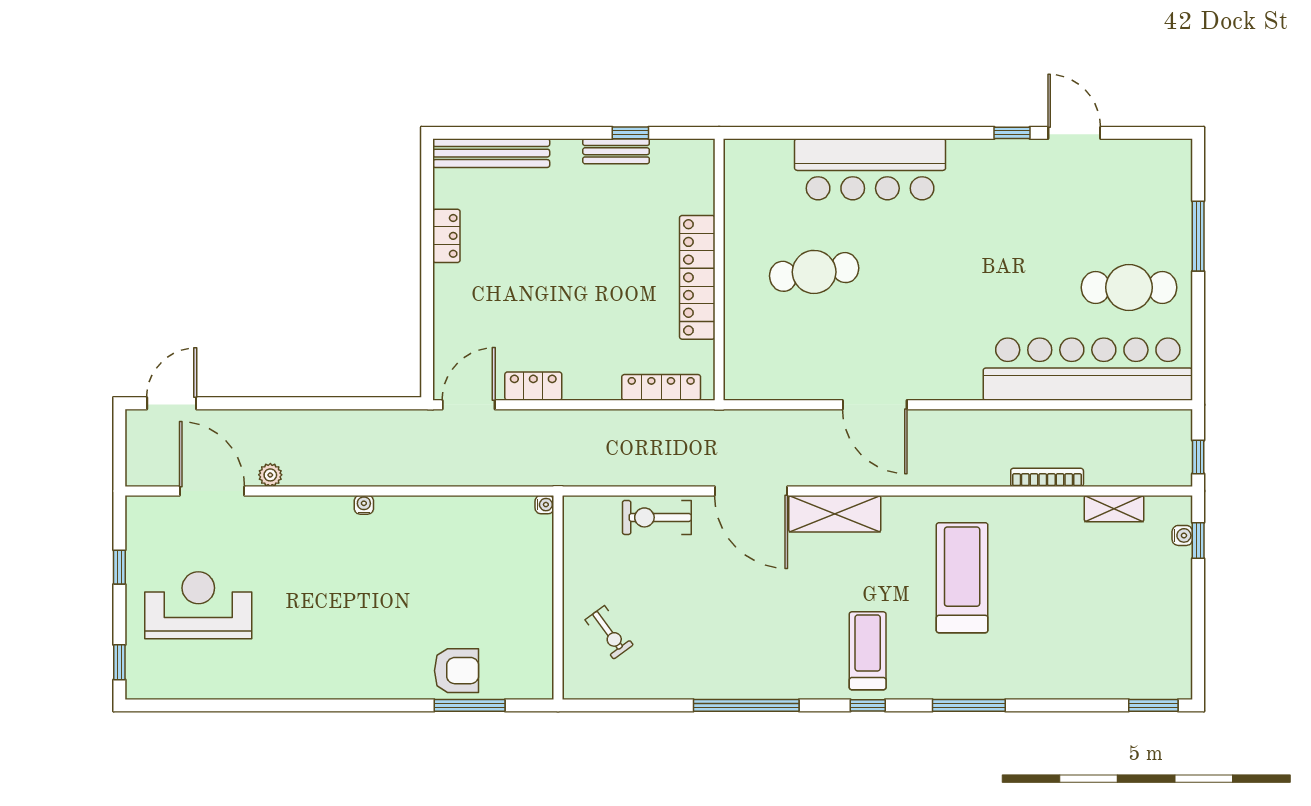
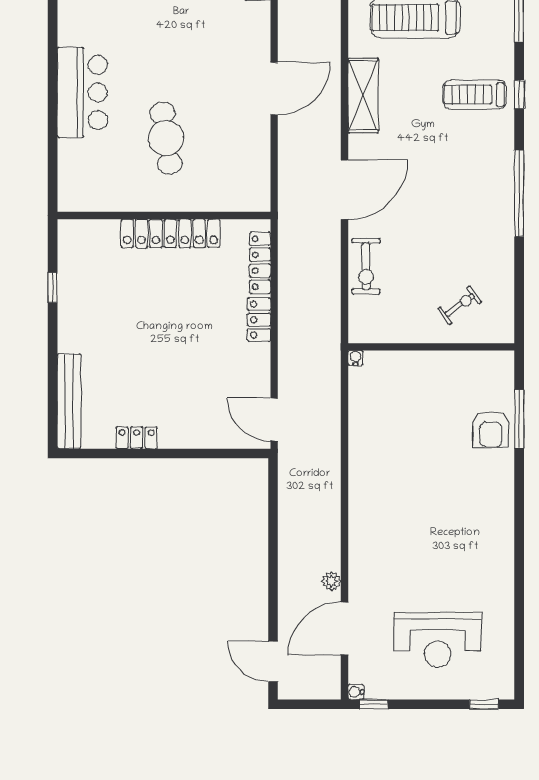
bench: (616, 151) -> (68, 299), removed
bar counter: (870, 169) -> (82, 93), width x0.73
locker: (533, 386) -> (259, 320), moved
water cooler: (364, 505) -> (356, 692), moved
shelving: (835, 514) -> (363, 95), moved
window: (119, 567) -> (374, 704), moved
reception desk: (198, 605) -> (438, 640), turned -90
armchair: (456, 671) -> (491, 429), turned 180

